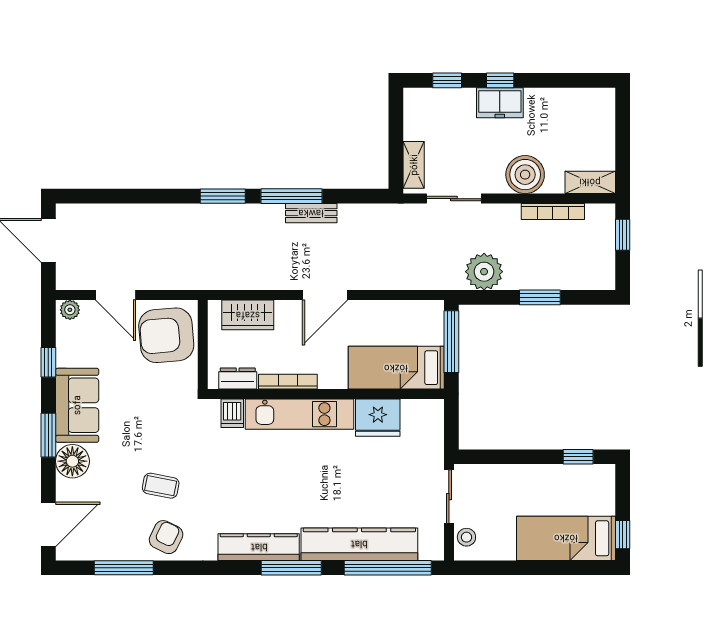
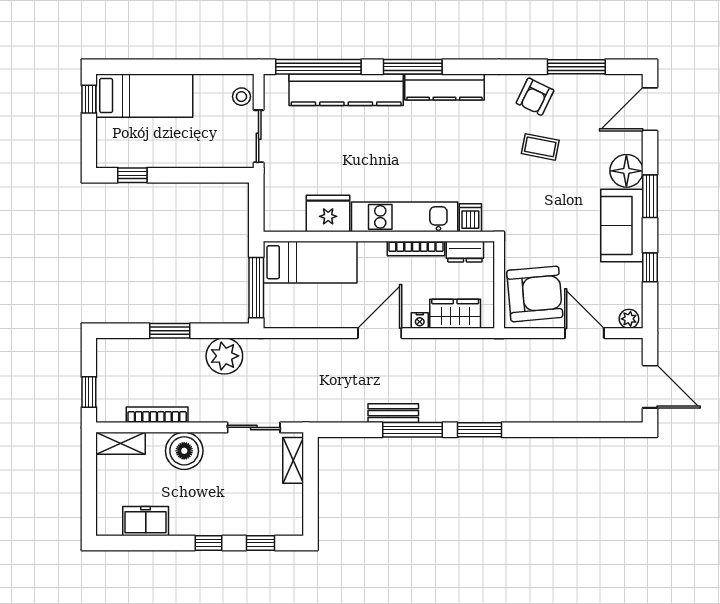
freezer: (500, 103) -> (146, 521), moved
nightstand: (284, 308) -> (420, 320), added

